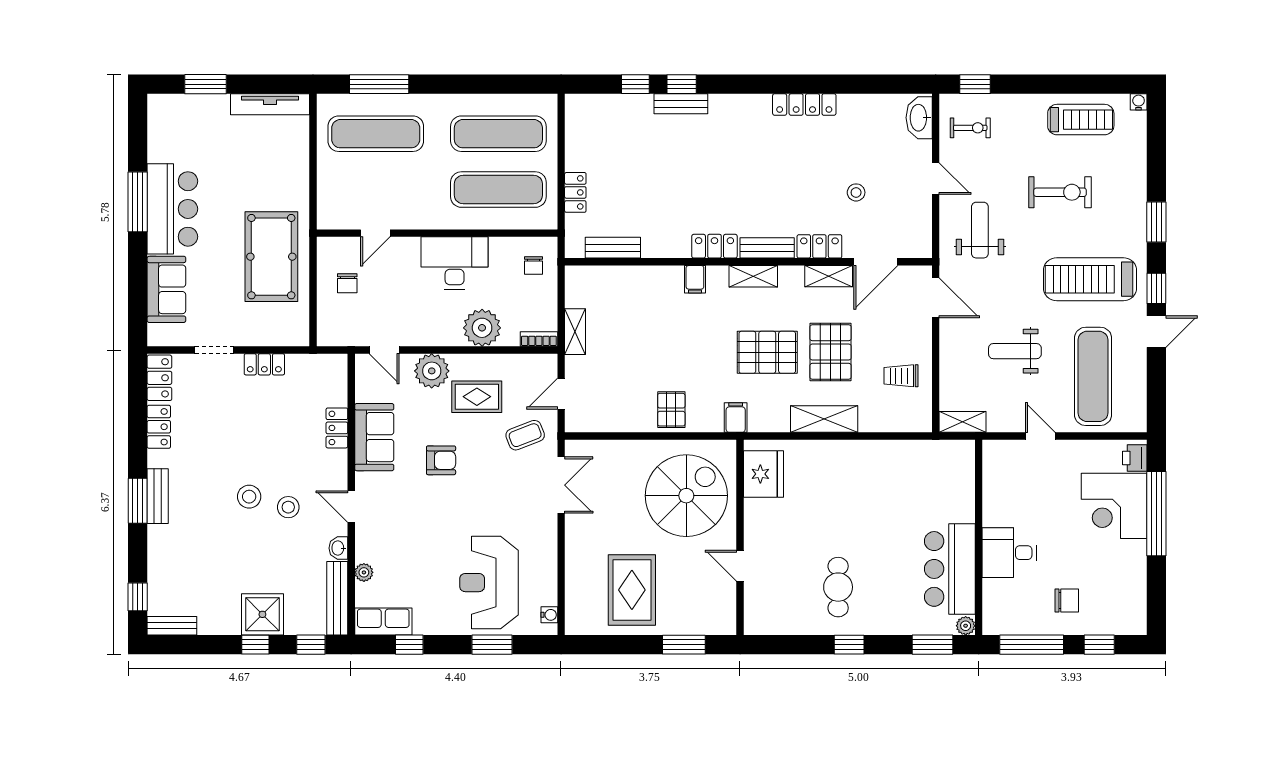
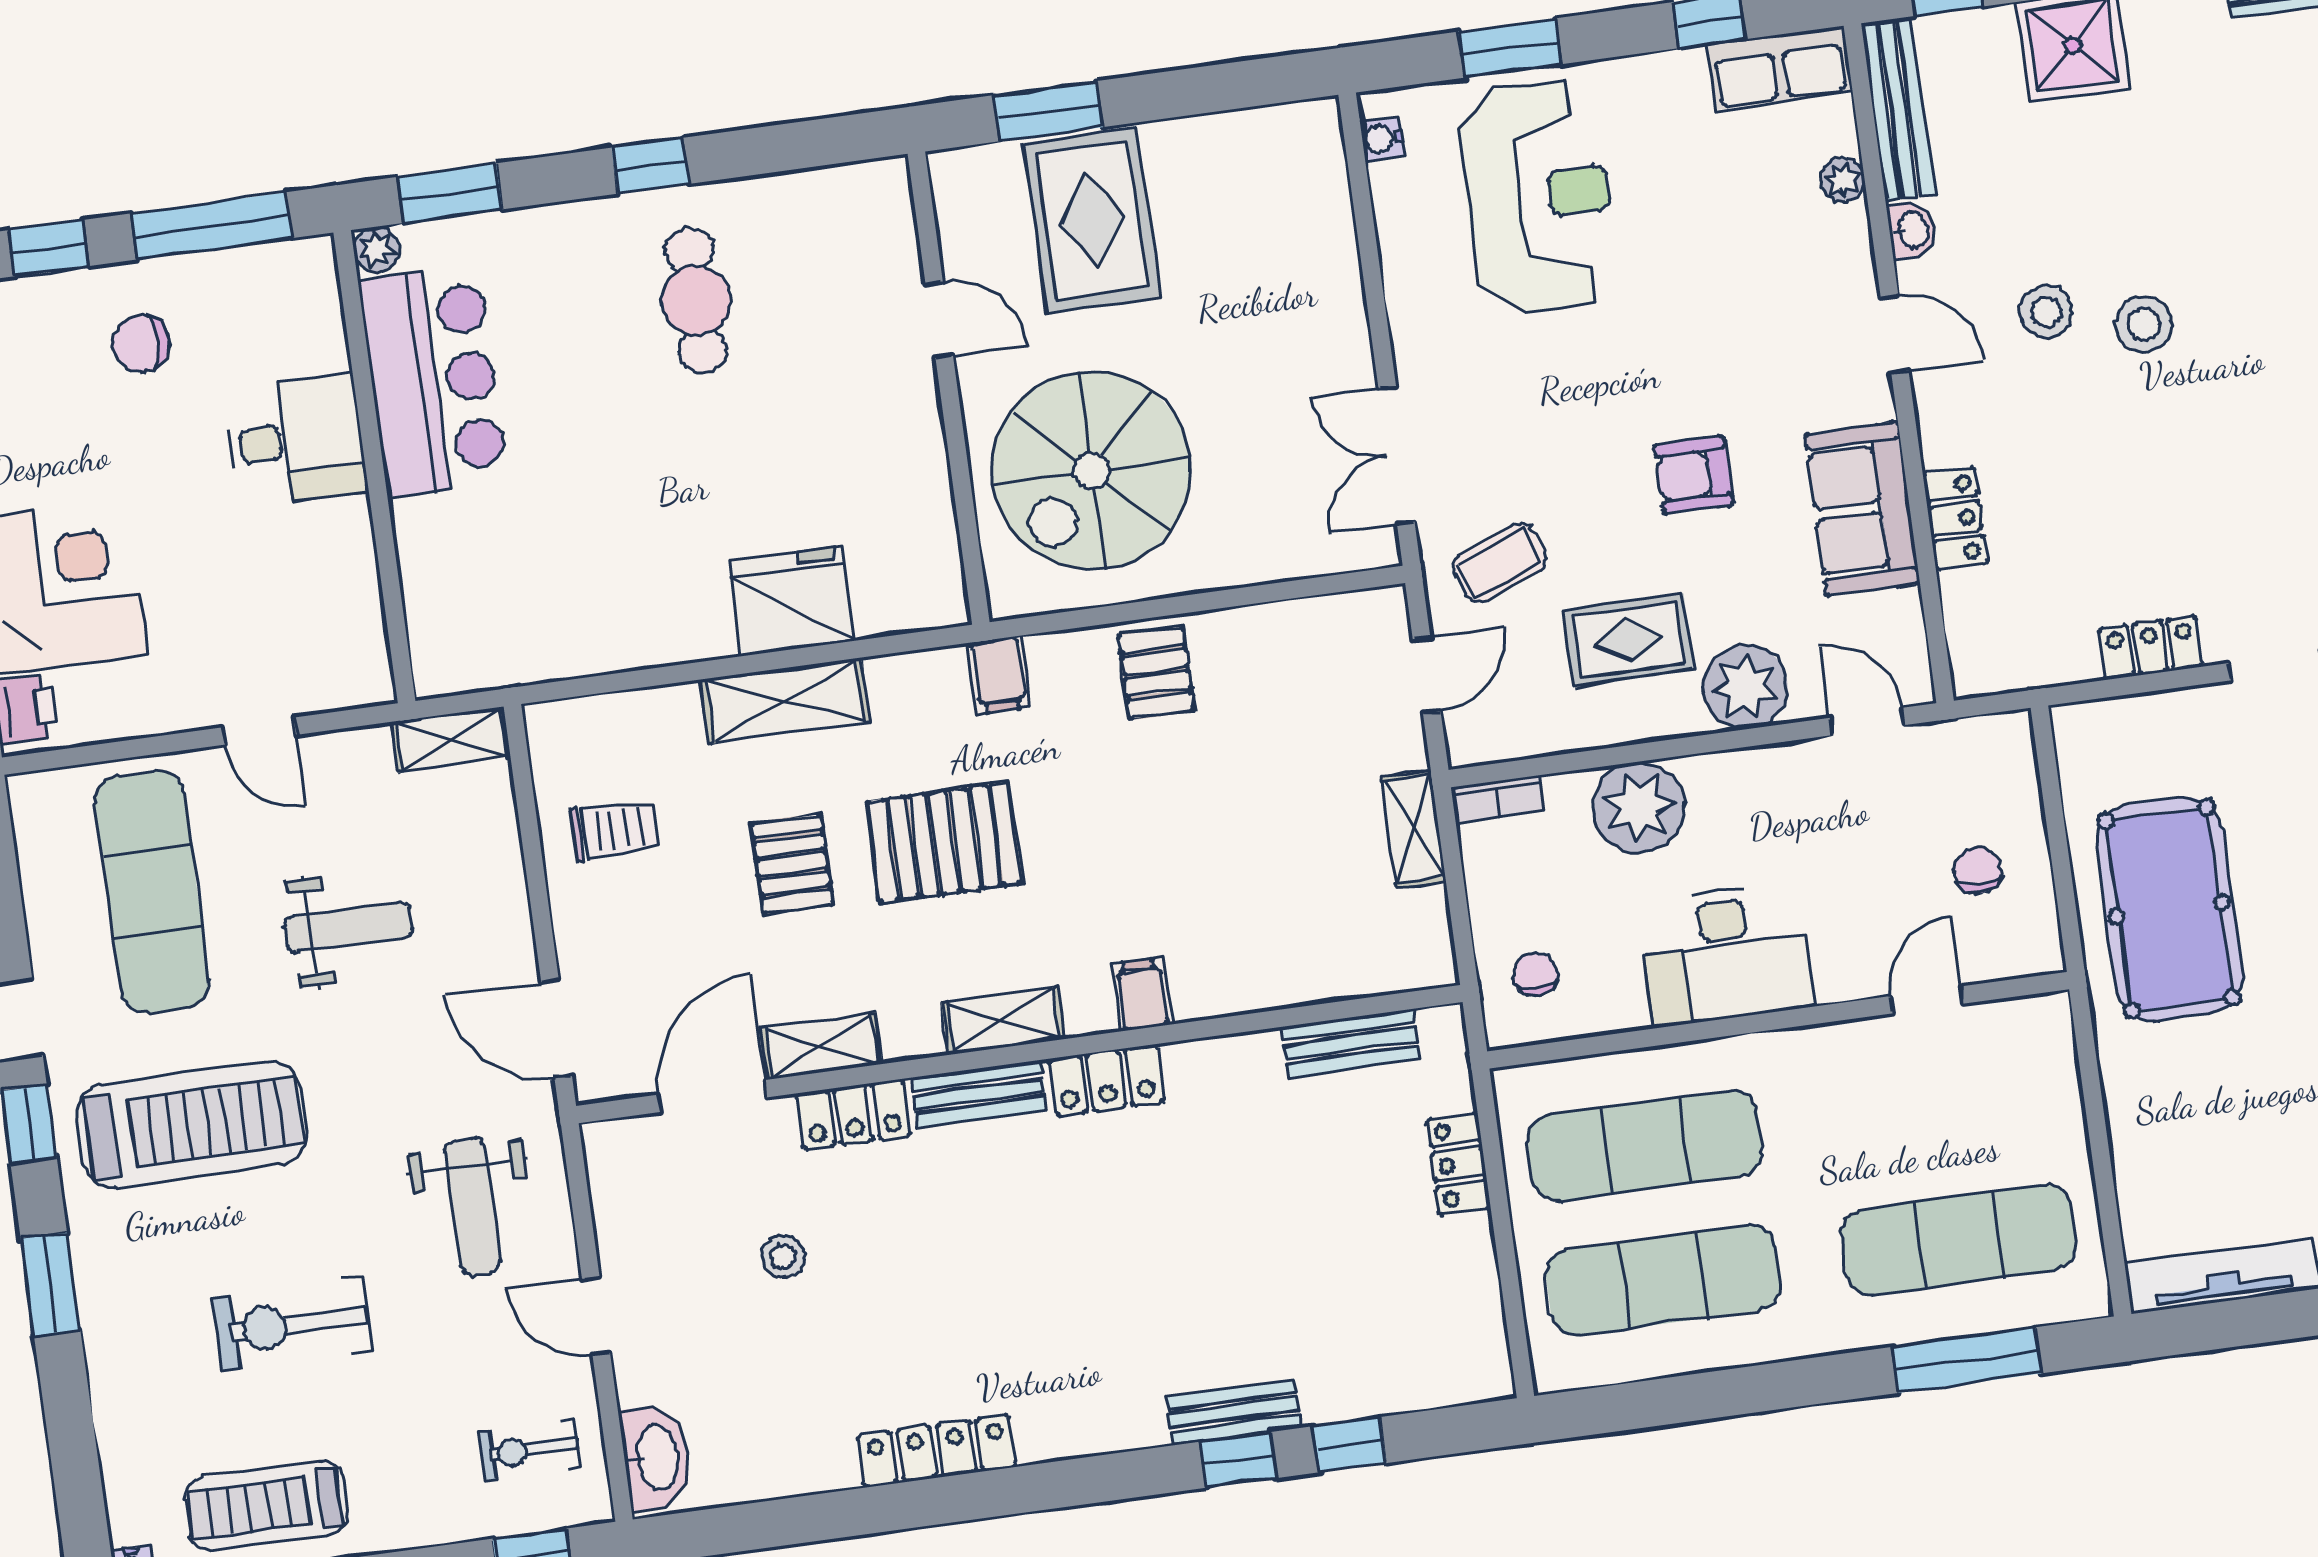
pallet: (831, 352) -> (792, 864), width x0.67, depth x0.71
fridge: (763, 474) -> (792, 601), moved, turned 90
rug: (632, 590) -> (1092, 220), moved

